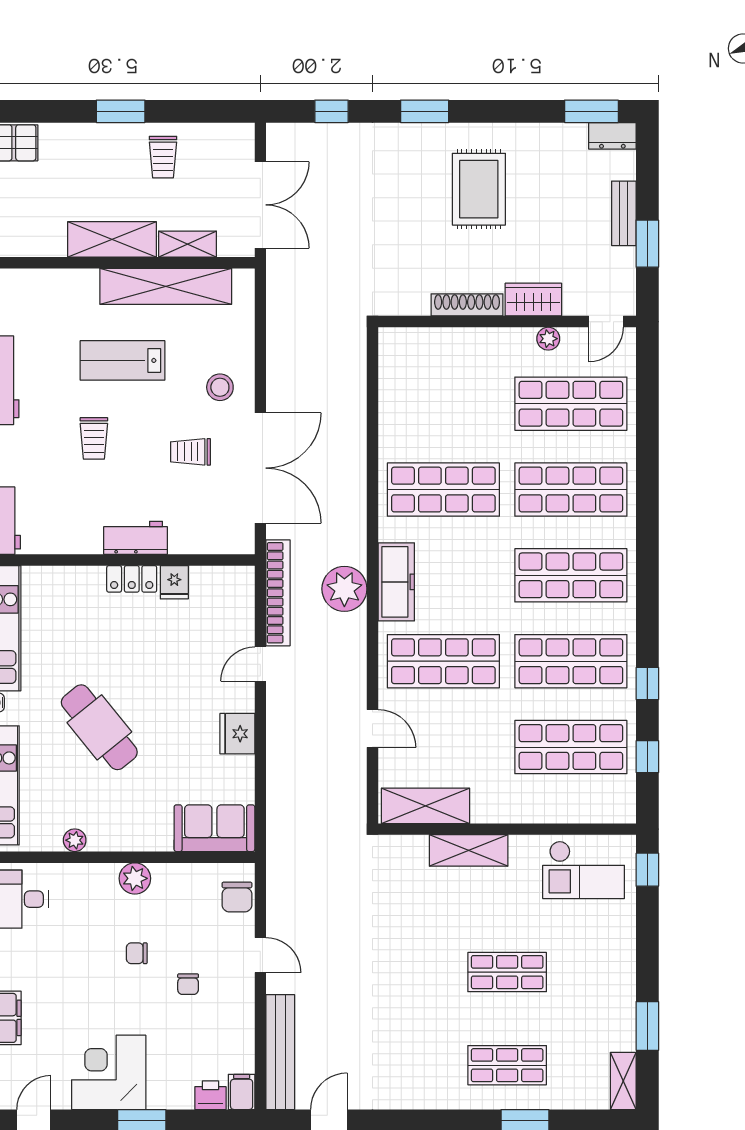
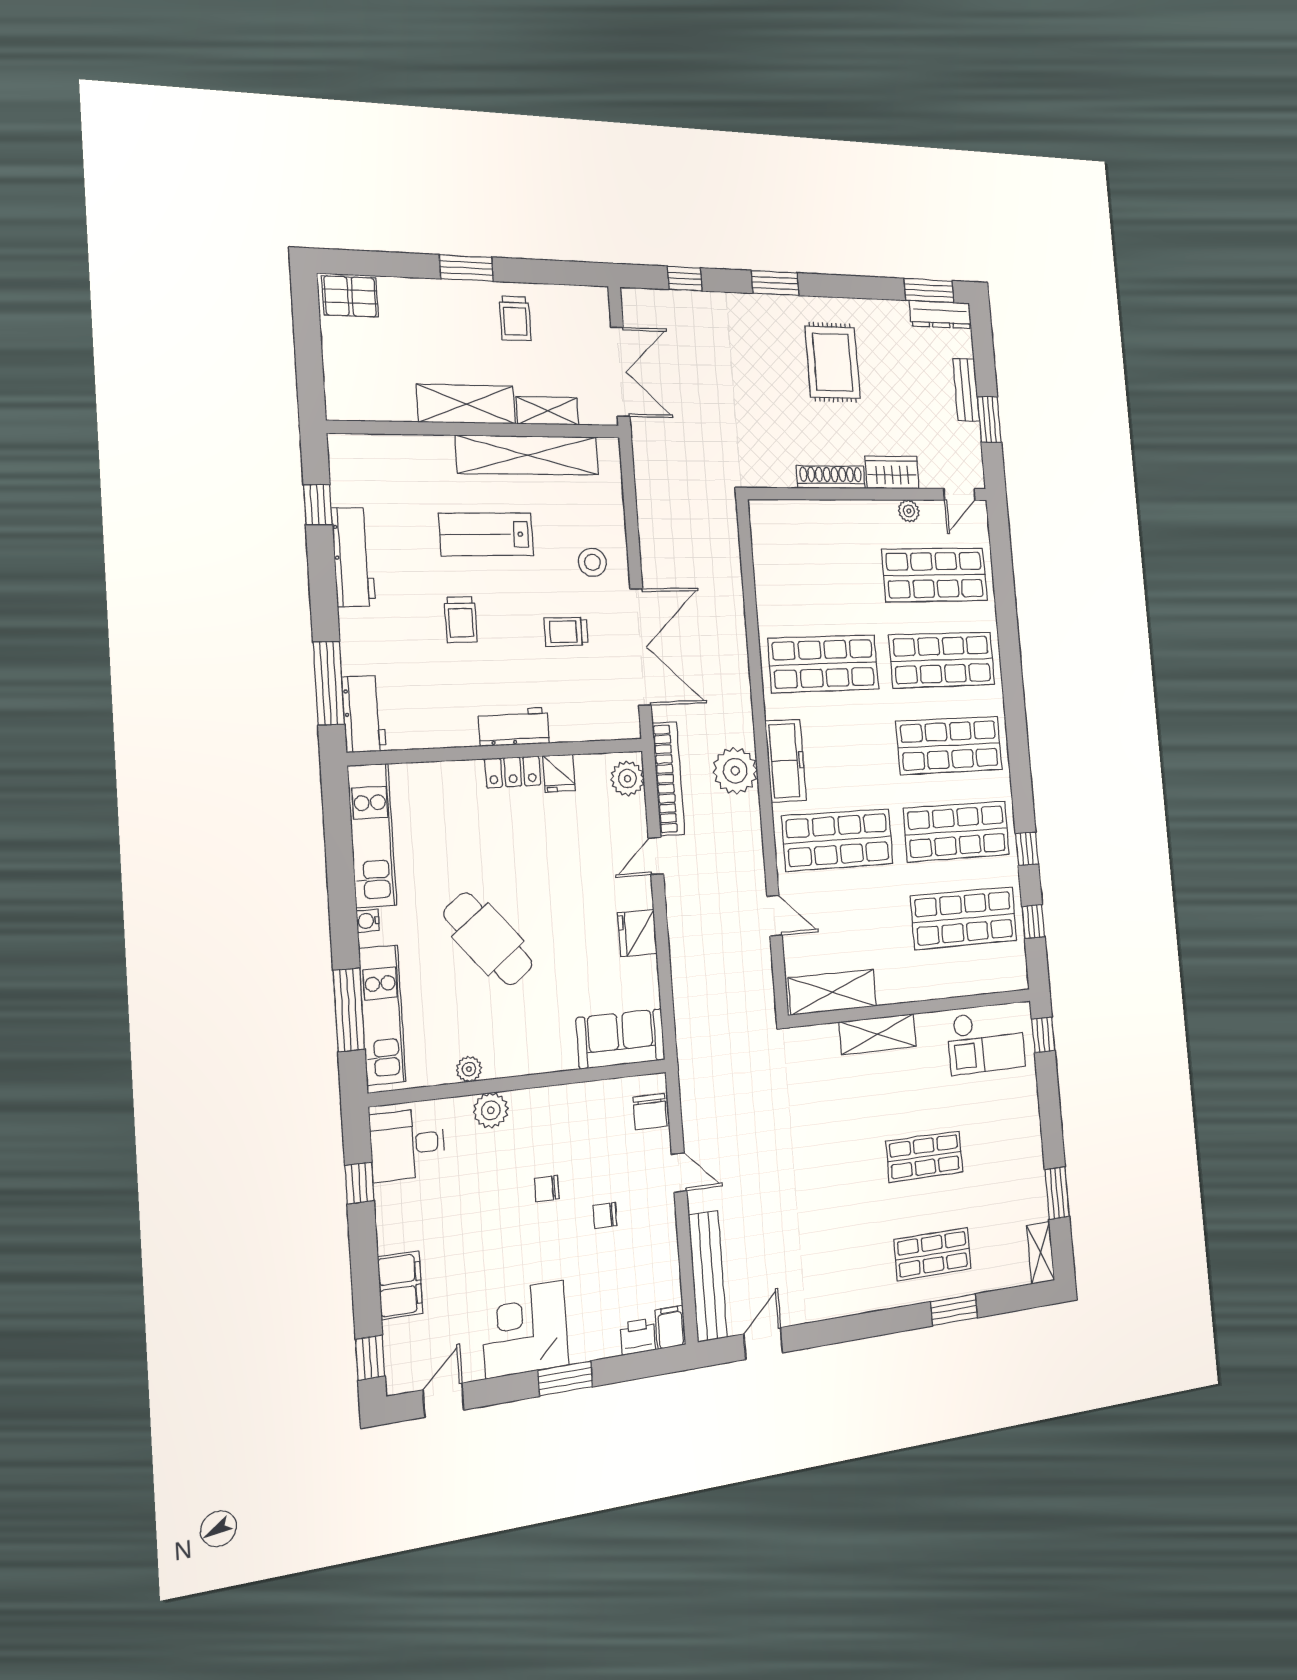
dresser: (612, 136) -> (940, 315), width x1.44
plant: (239, 591) -> (627, 779), added
plant: (135, 878) -> (491, 1110), moved
chair: (188, 984) -> (605, 1216), turned 90

